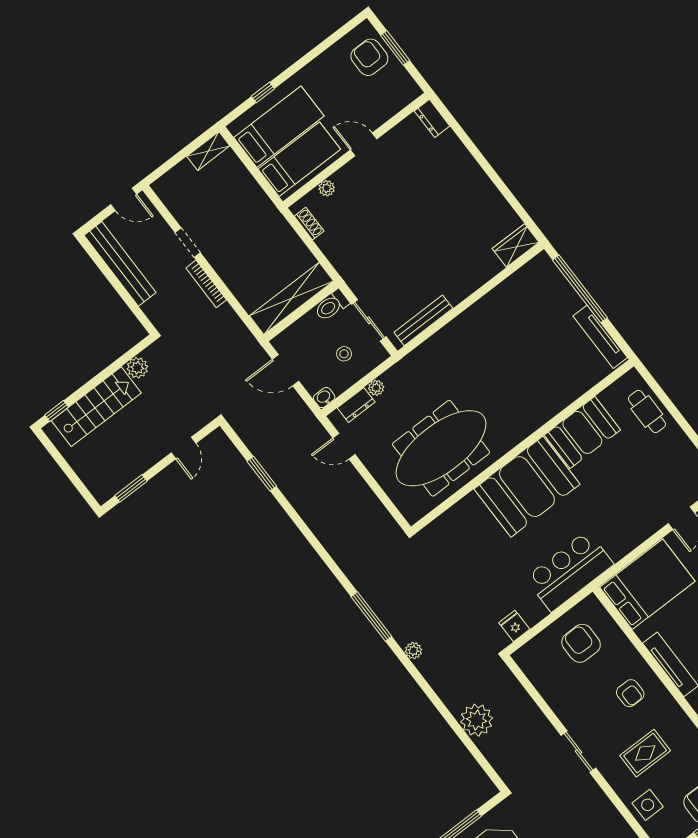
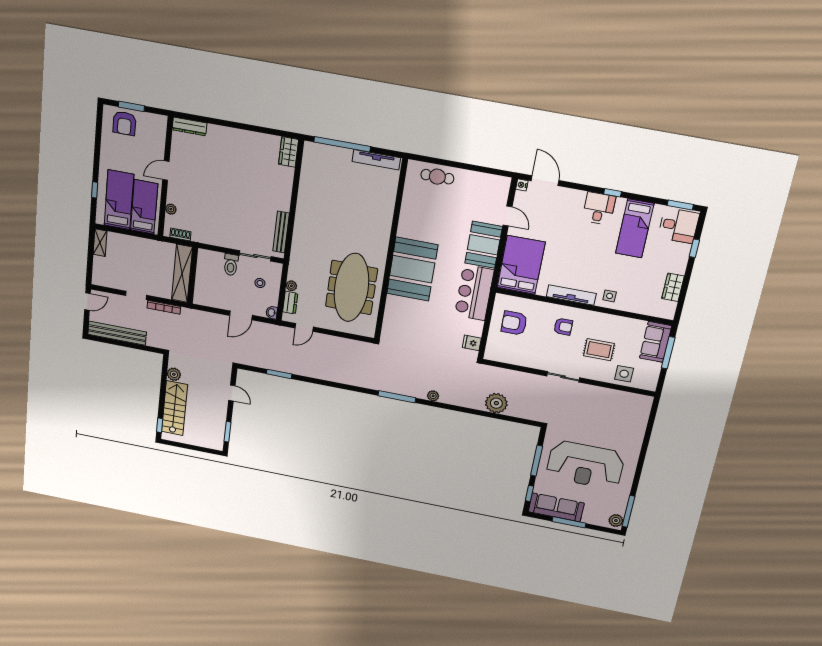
armchair: (369, 57) -> (124, 123), turned -90
dresser: (432, 118) -> (190, 126), width x1.44
shelving: (292, 298) -> (182, 273), moved
wall: (301, 311) -> (193, 275), moved
booth: (582, 432) -> (484, 245), moved
rug: (645, 753) -> (599, 350), turned 90

